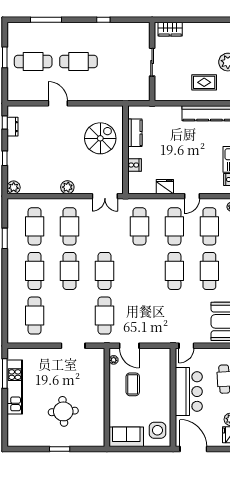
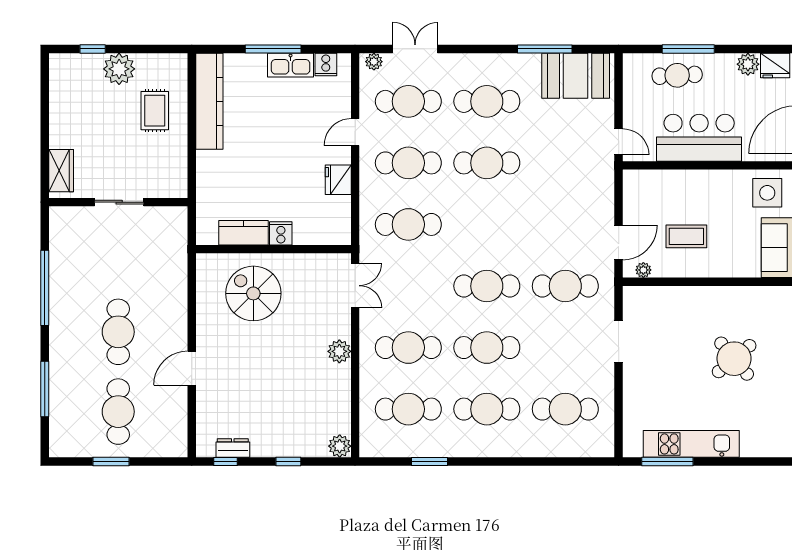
window: (103, 20) -> (45, 288), width x3.17
cooker: (134, 165) -> (281, 233), moved
door: (192, 196) -> (355, 132), swing flipped
round table: (63, 411) -> (734, 359), turned -36

